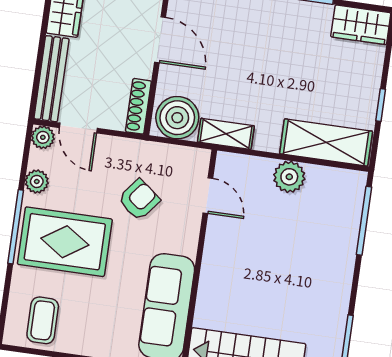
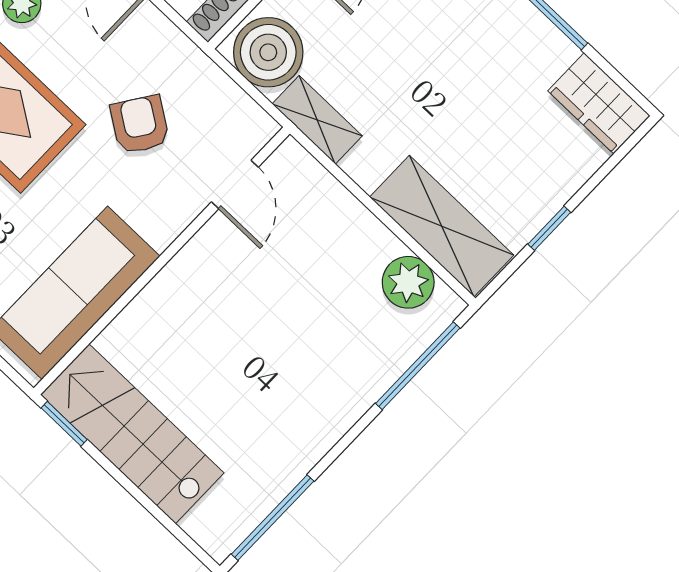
plant: (289, 177) -> (408, 282), moved
armchair: (139, 200) -> (140, 125), turned -94

